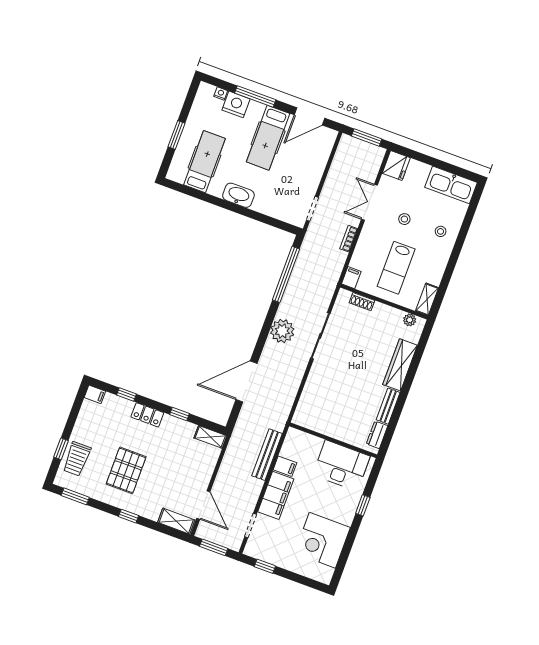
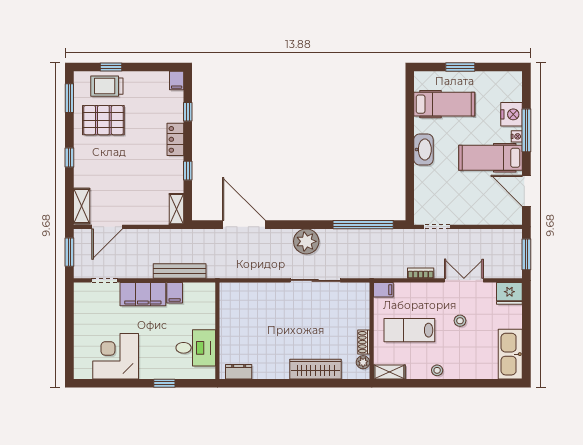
nightstand: (221, 93) -> (517, 136), moved
stool: (441, 231) -> (437, 370), moved
shoe rack: (362, 302) -> (364, 342), moved
bench: (388, 406) -> (271, 372), removed
desk: (341, 465) -> (196, 348), width x0.73
pallet: (126, 470) -> (103, 120), moved
window: (265, 566) -> (69, 309), removed

